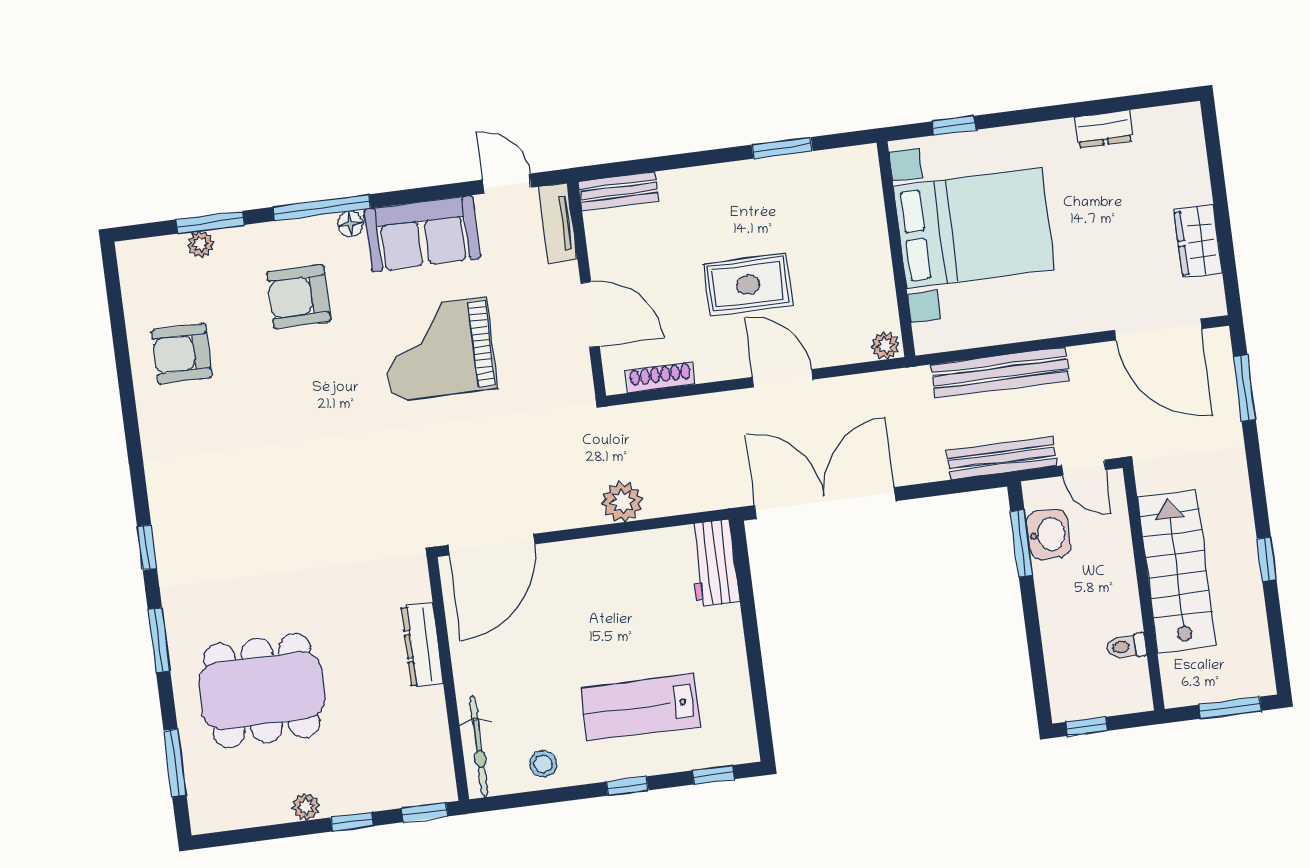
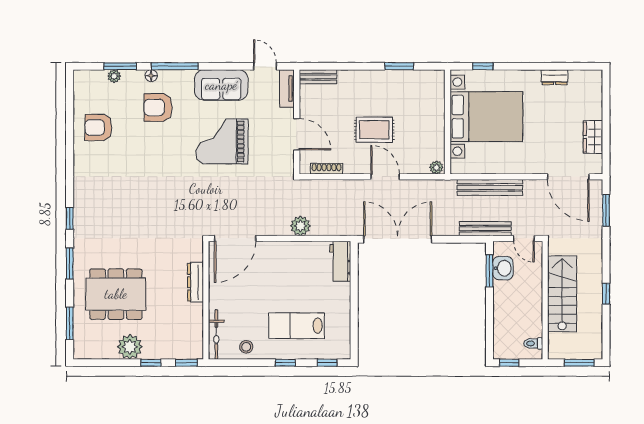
floor lamp: (350, 224) -> (151, 76), moved
toilet: (1126, 646) -> (533, 343), moved
plant: (306, 807) -> (130, 347), width x1.88, depth x1.88

